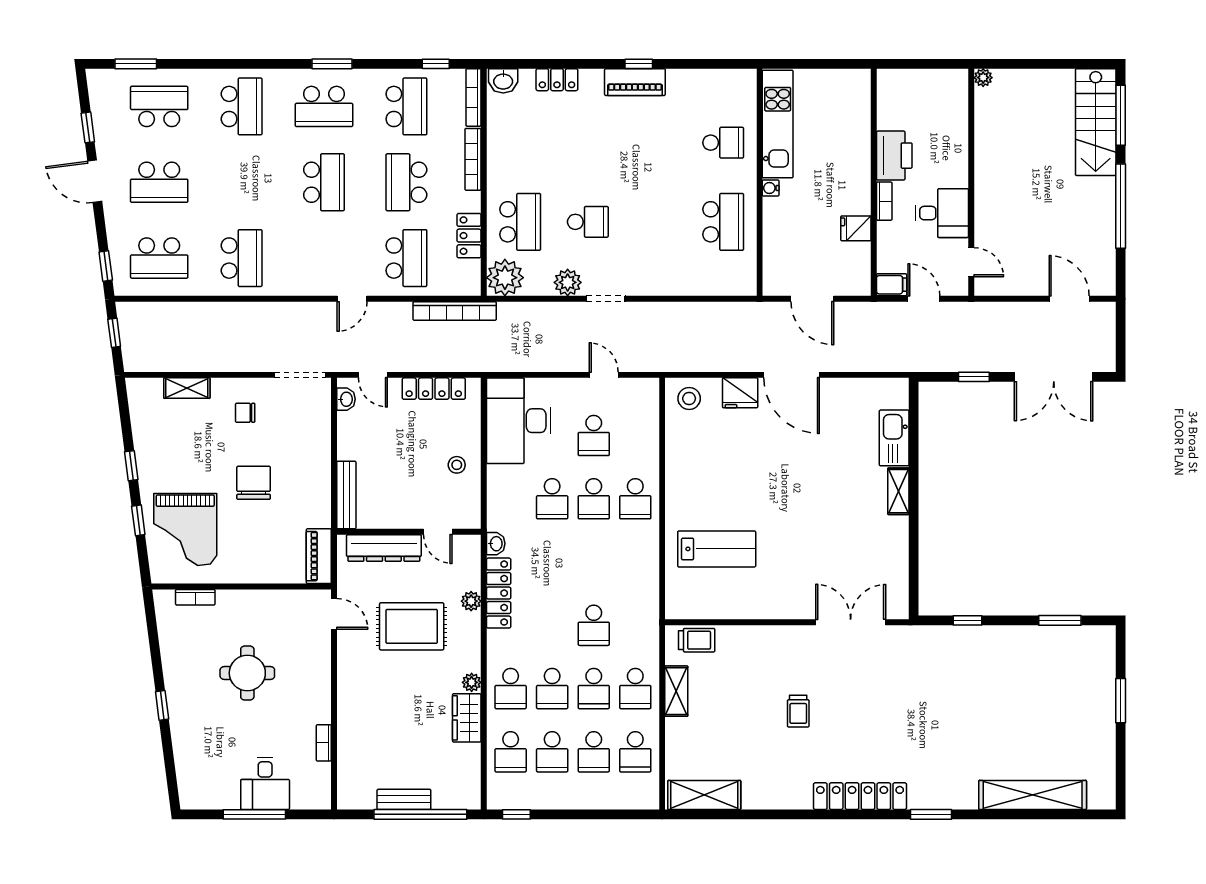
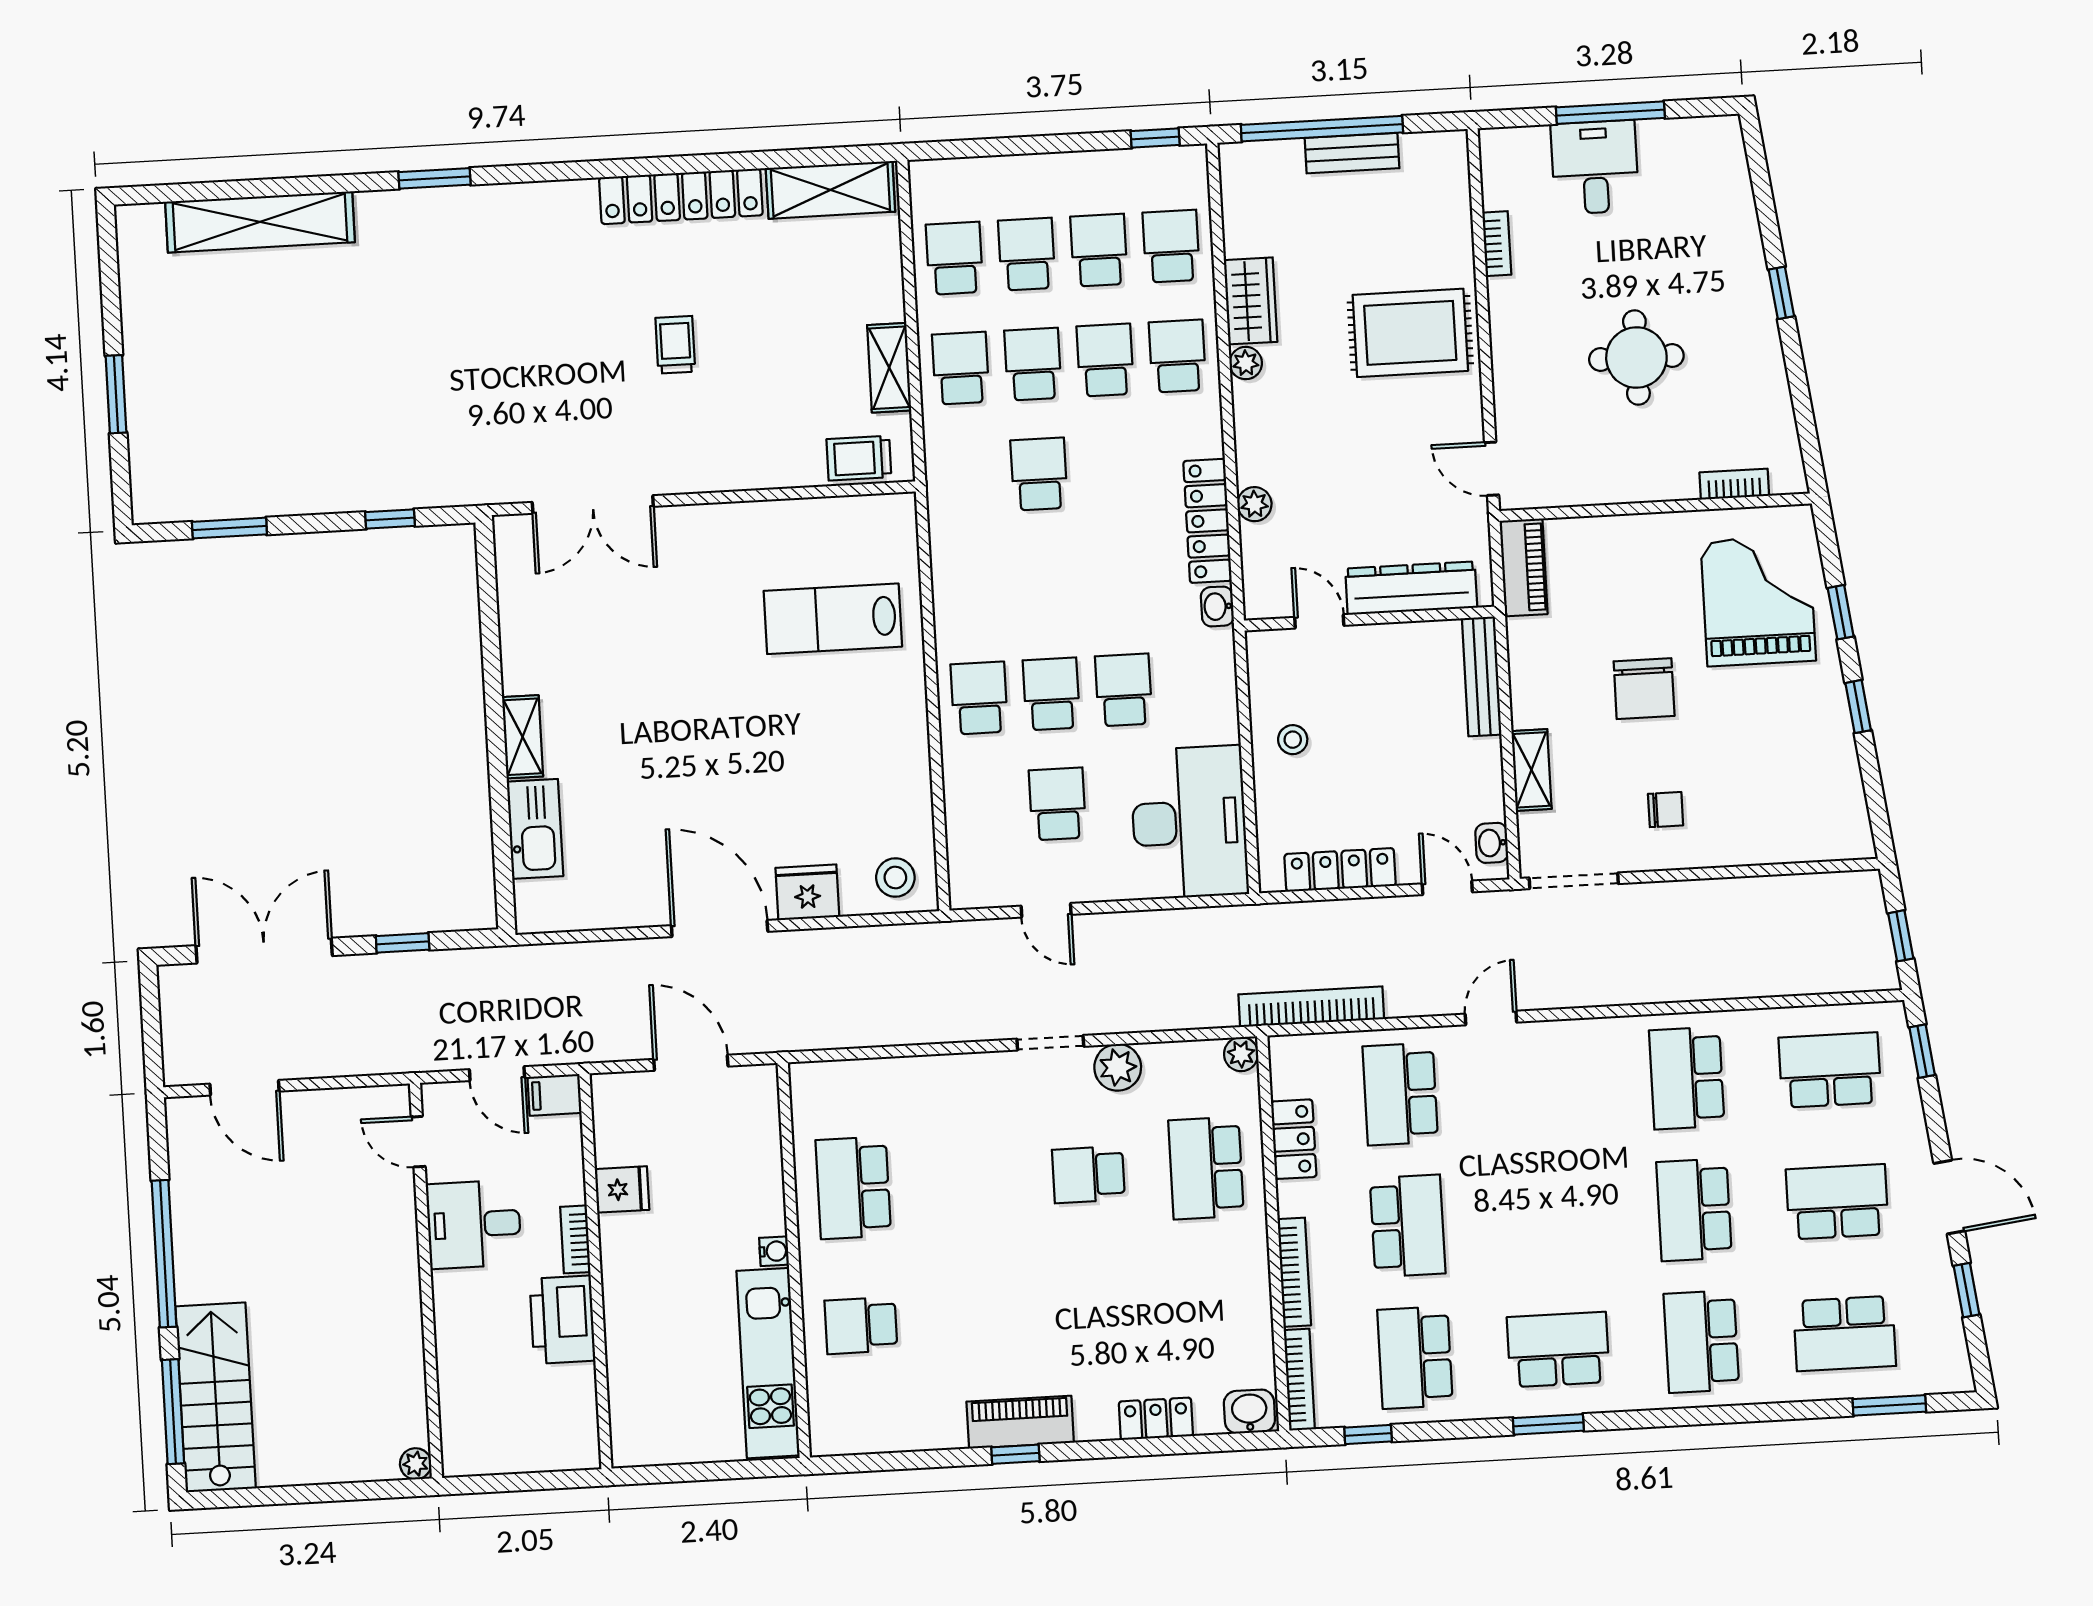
school desk: (324, 182) -> (1694, 1210), moved
plant: (505, 278) -> (1241, 1054), width x0.53, depth x0.53
shelving: (187, 388) -> (1531, 770), moved, turned 90
rug: (412, 626) -> (1410, 333), moved
locker: (860, 796) -> (681, 196), moved

